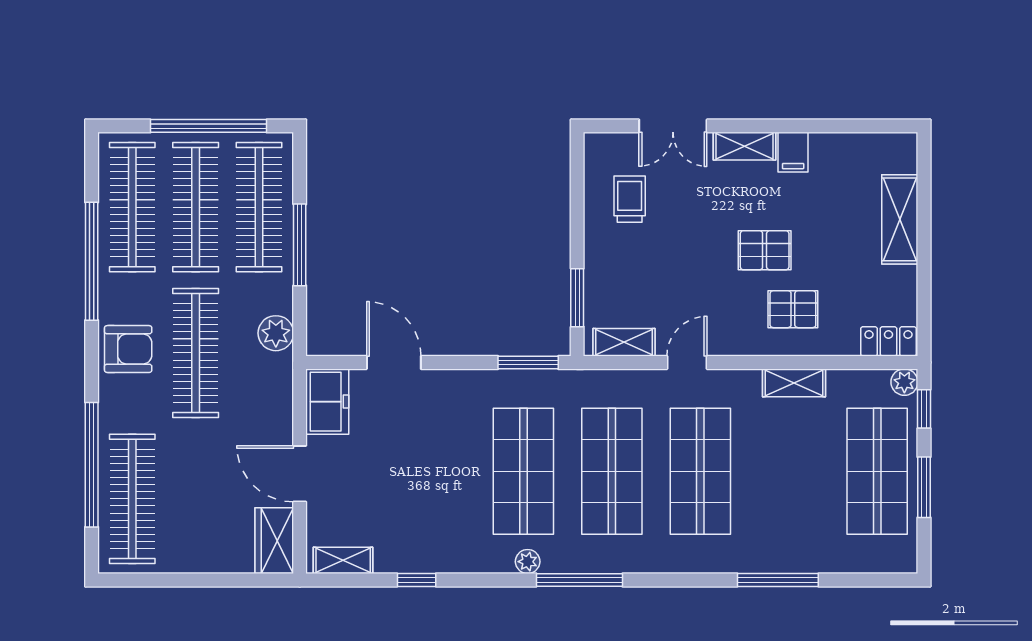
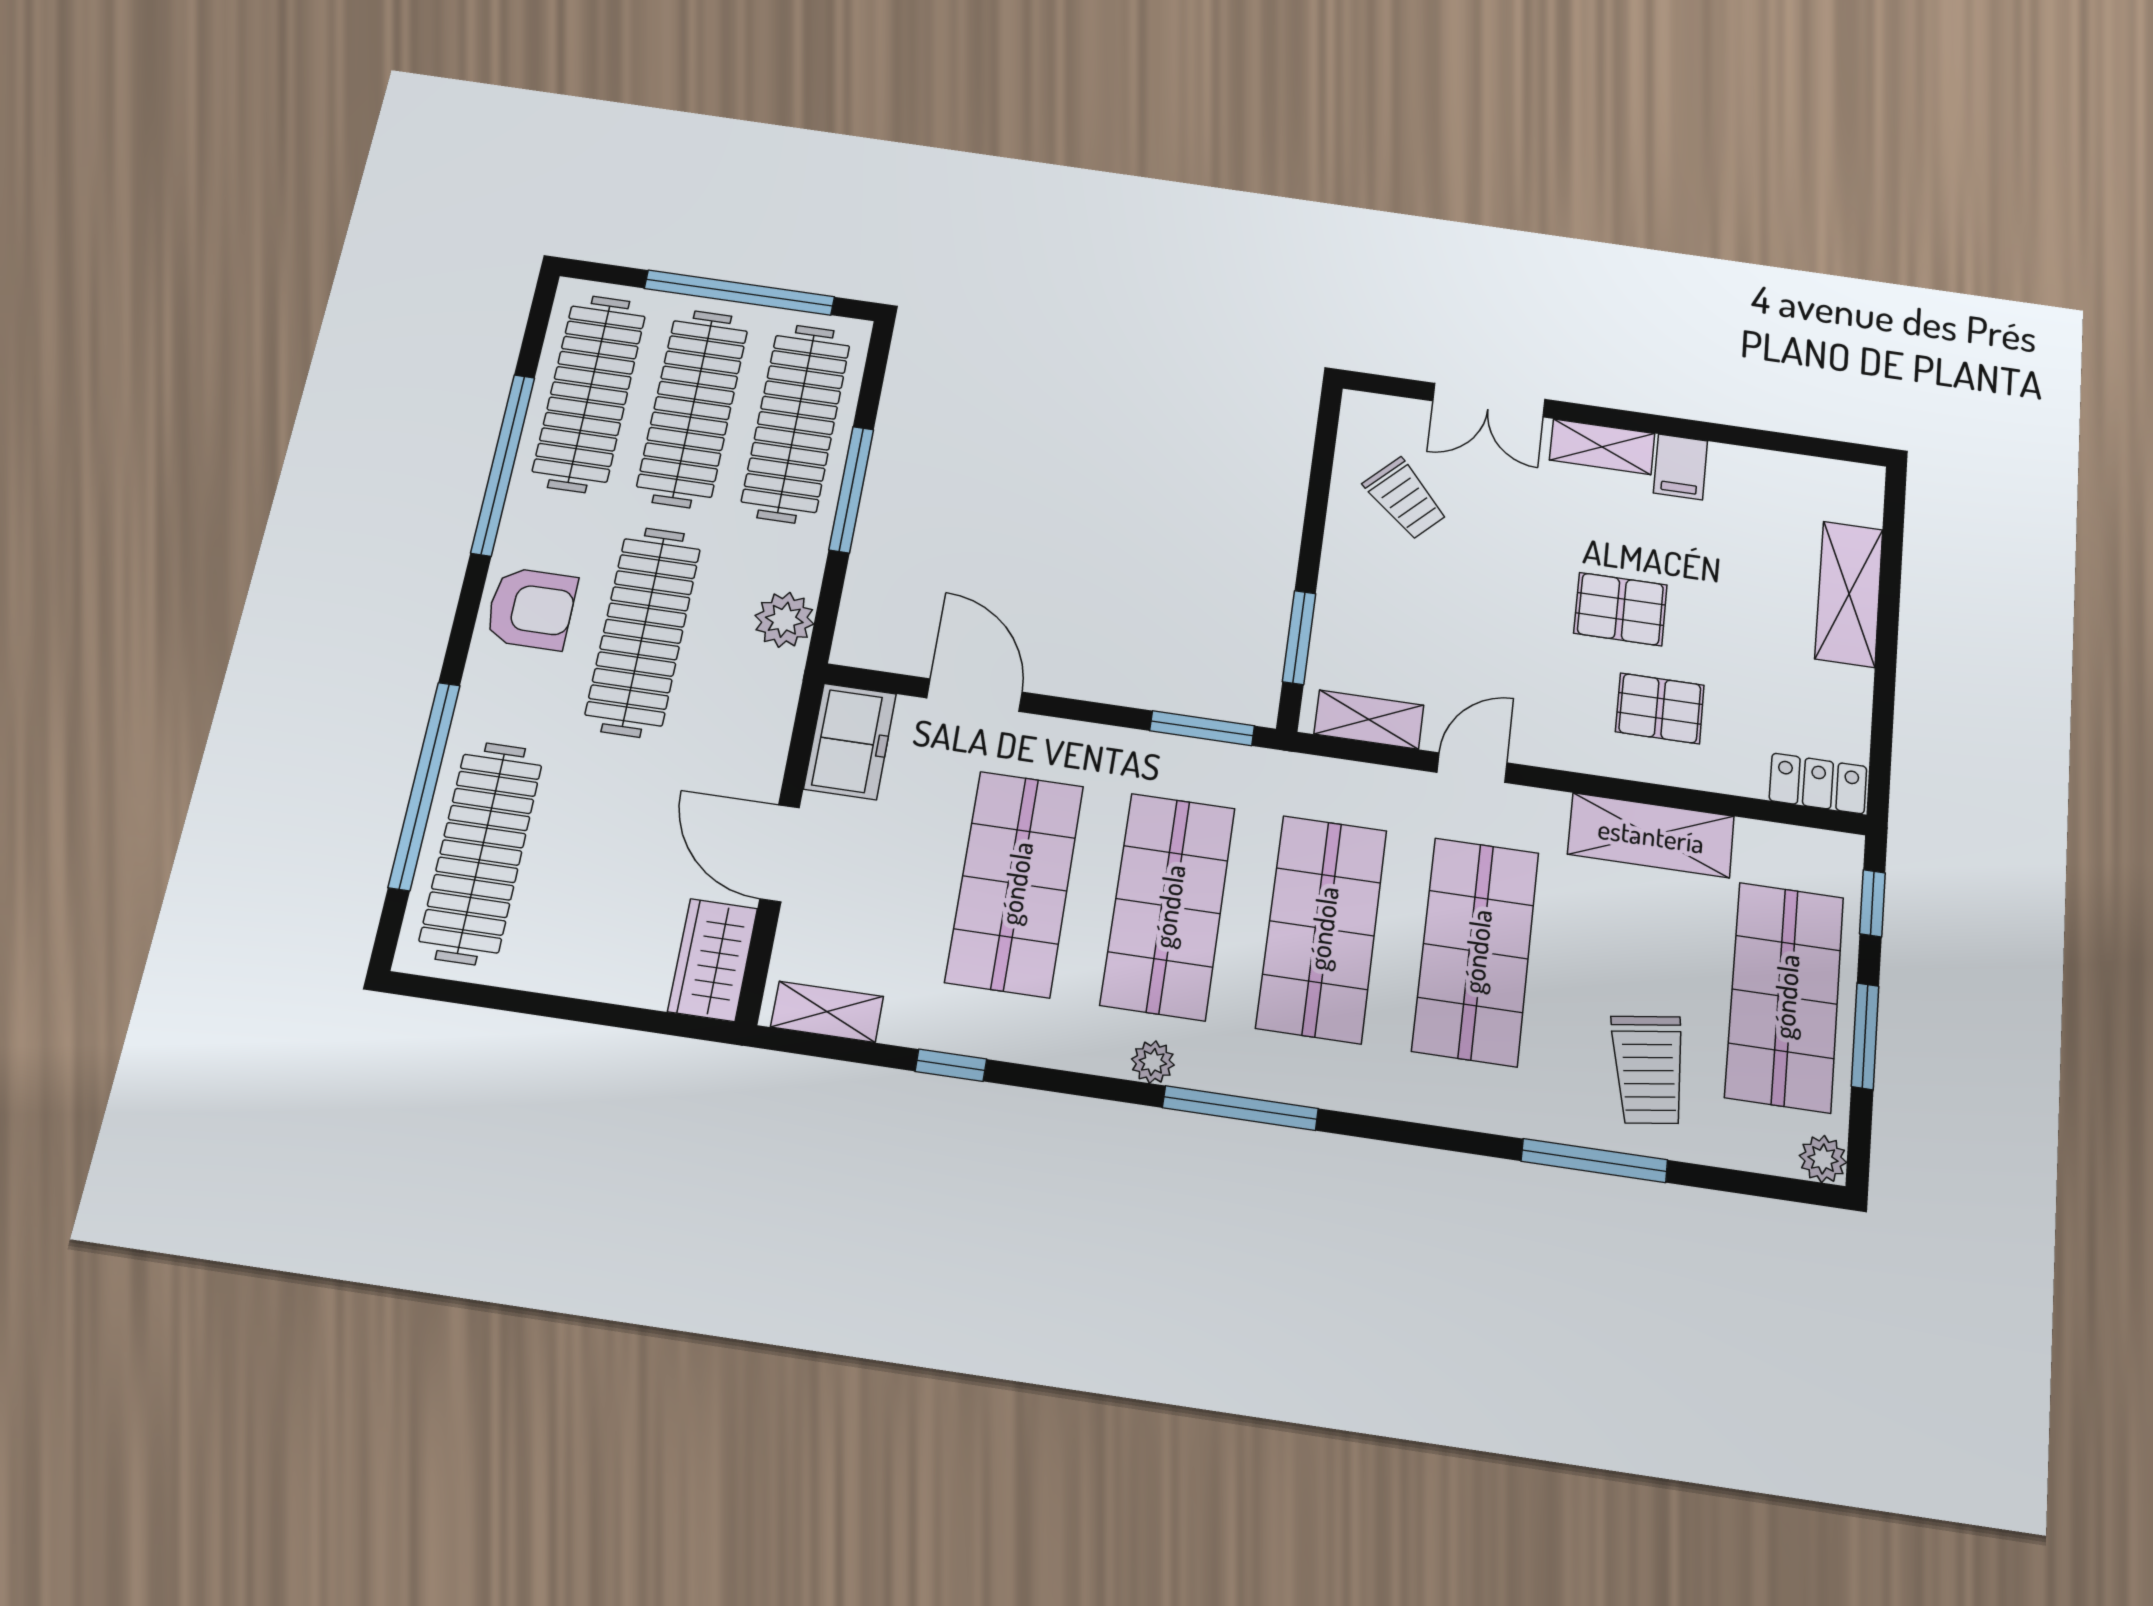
trolley: (630, 199) -> (1405, 499), turned 135
plant: (904, 382) -> (1823, 1159), moved
shelving: (794, 383) -> (1651, 835), width x1.50, depth x1.33
shop shelf: (435, 471) -> (1015, 883), added
trolley: (804, 525) -> (1648, 1070), added

